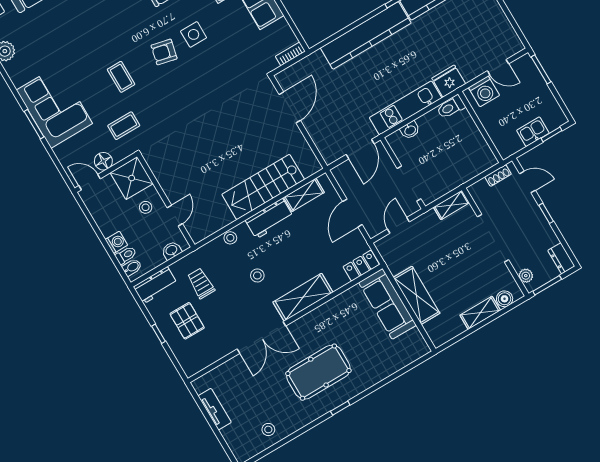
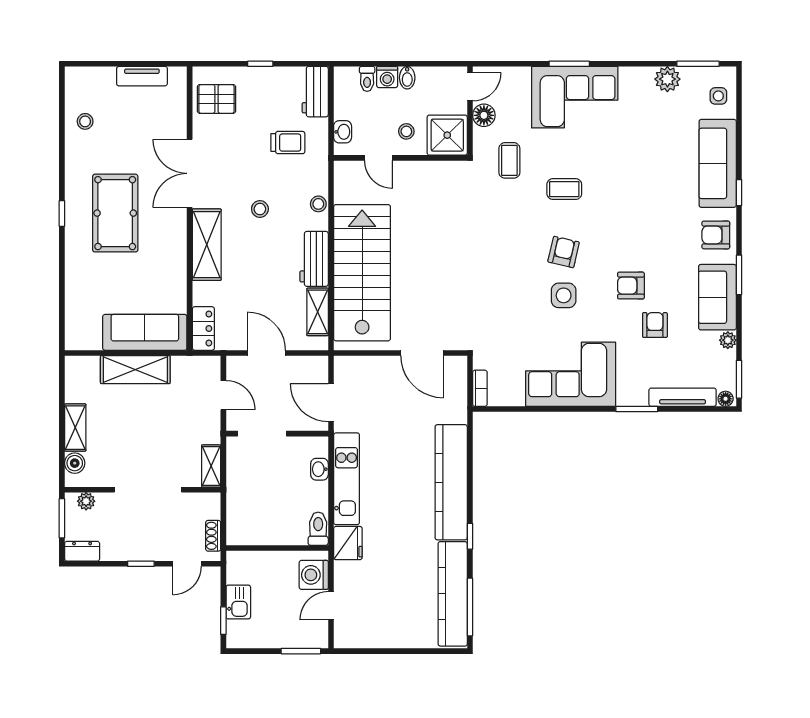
stairs: (263, 187) -> (362, 273), width x1.36, depth x1.51
bidet: (132, 267) -> (407, 78), moved
pallet: (187, 321) -> (216, 99), moved

